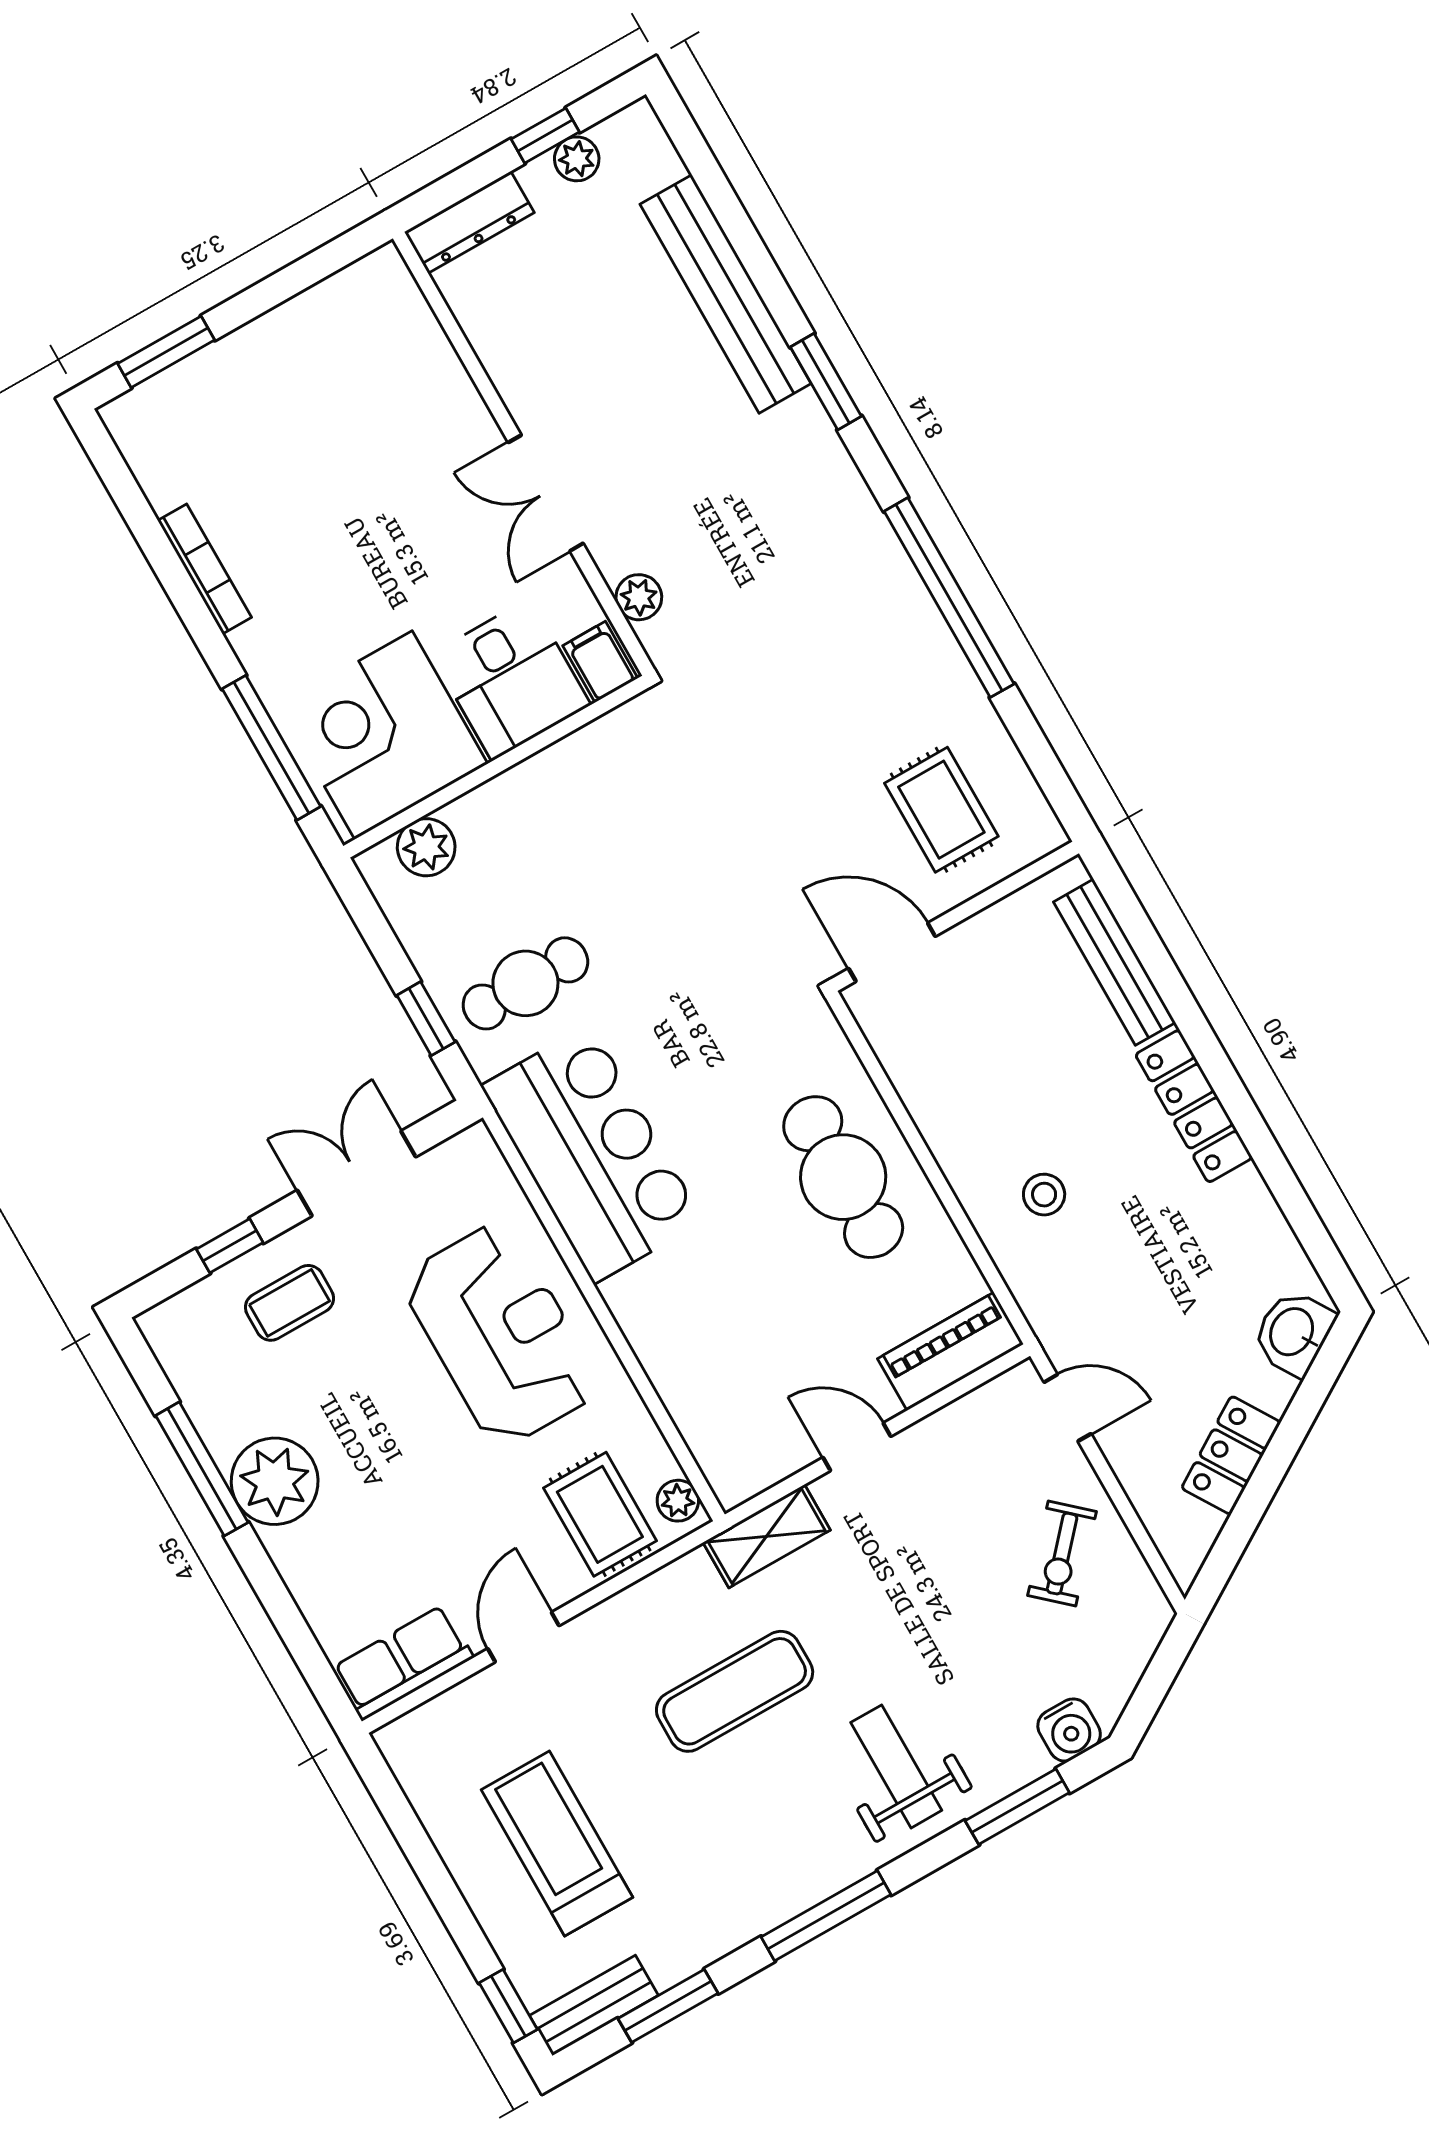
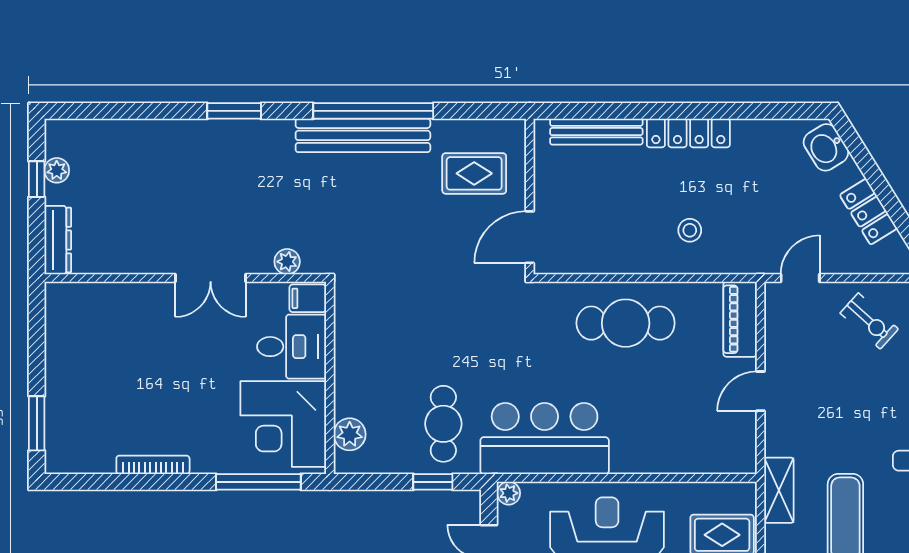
bench: (726, 294) -> (363, 135), moved
plant: (678, 1501) -> (509, 493), moved
shelving: (767, 1536) -> (779, 490), moved

